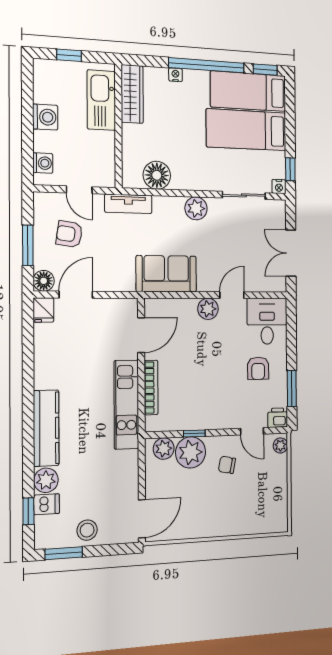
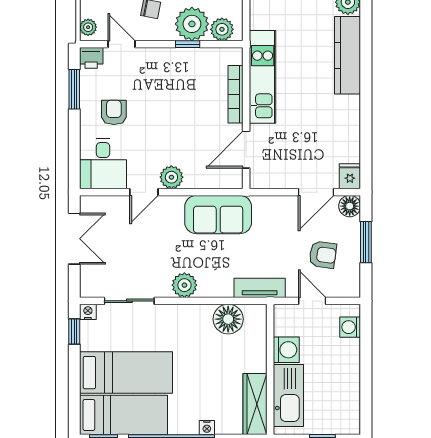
washing machine: (45, 117) -> (286, 350), moved, turned 180

